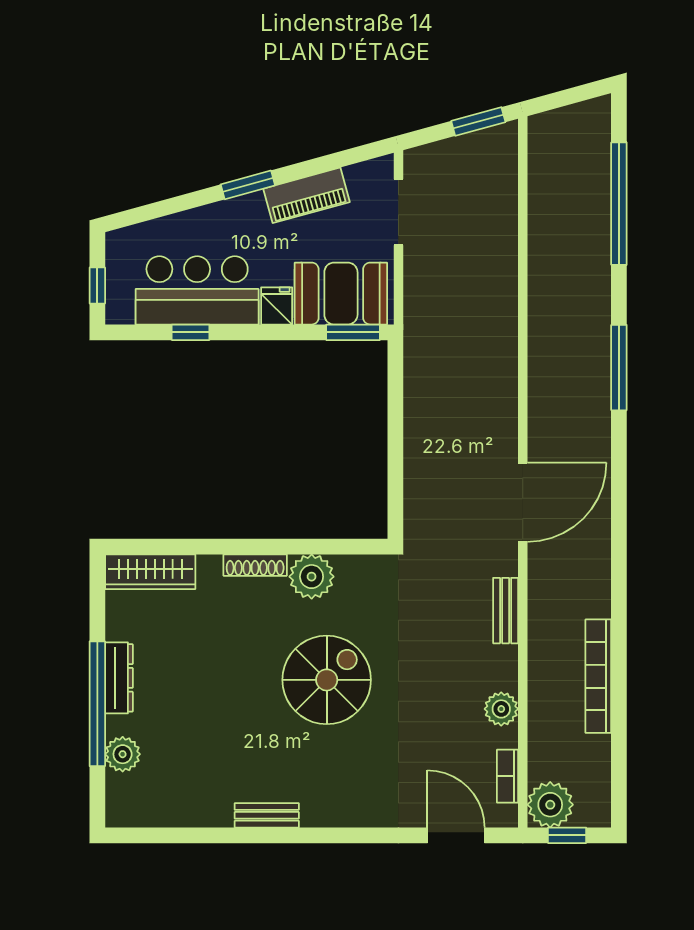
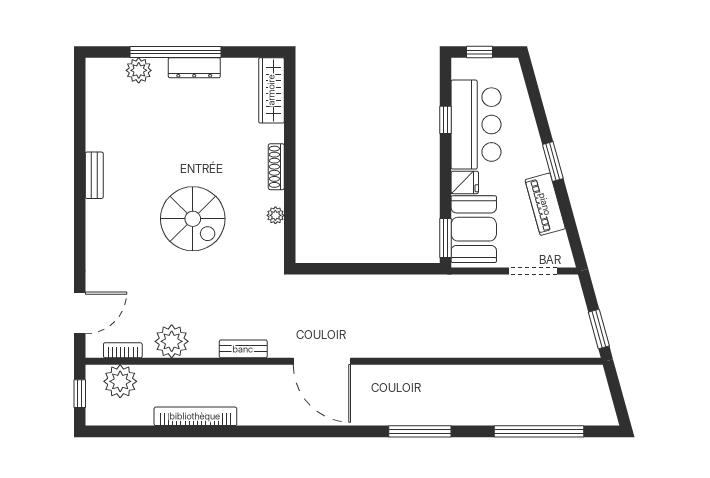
plant: (312, 577) -> (275, 215), width x0.53, depth x0.53
plant: (501, 709) -> (172, 341), width x1.36, depth x1.36
plant: (550, 805) -> (120, 381), moved

